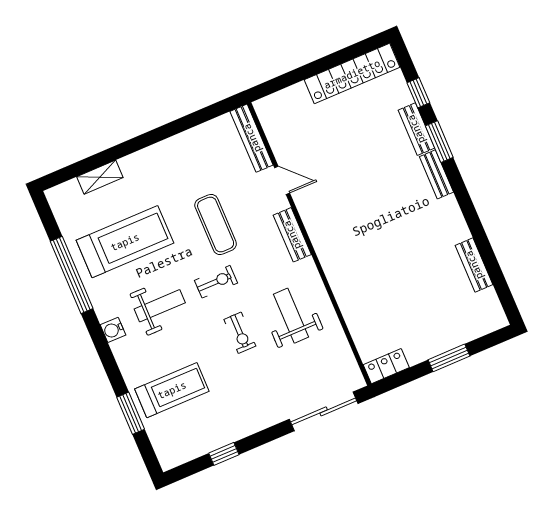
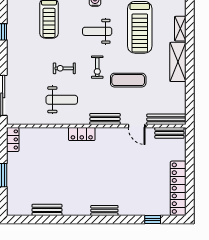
bench: (416, 129) -> (169, 133), moved
window: (439, 142) -> (121, 220), removed
shelving: (154, 158) -> (178, 62), added
door: (282, 180) -> (137, 126), hinge flipped
locker: (331, 261) -> (82, 134), added
weight bench: (160, 306) -> (97, 31), turned 90

